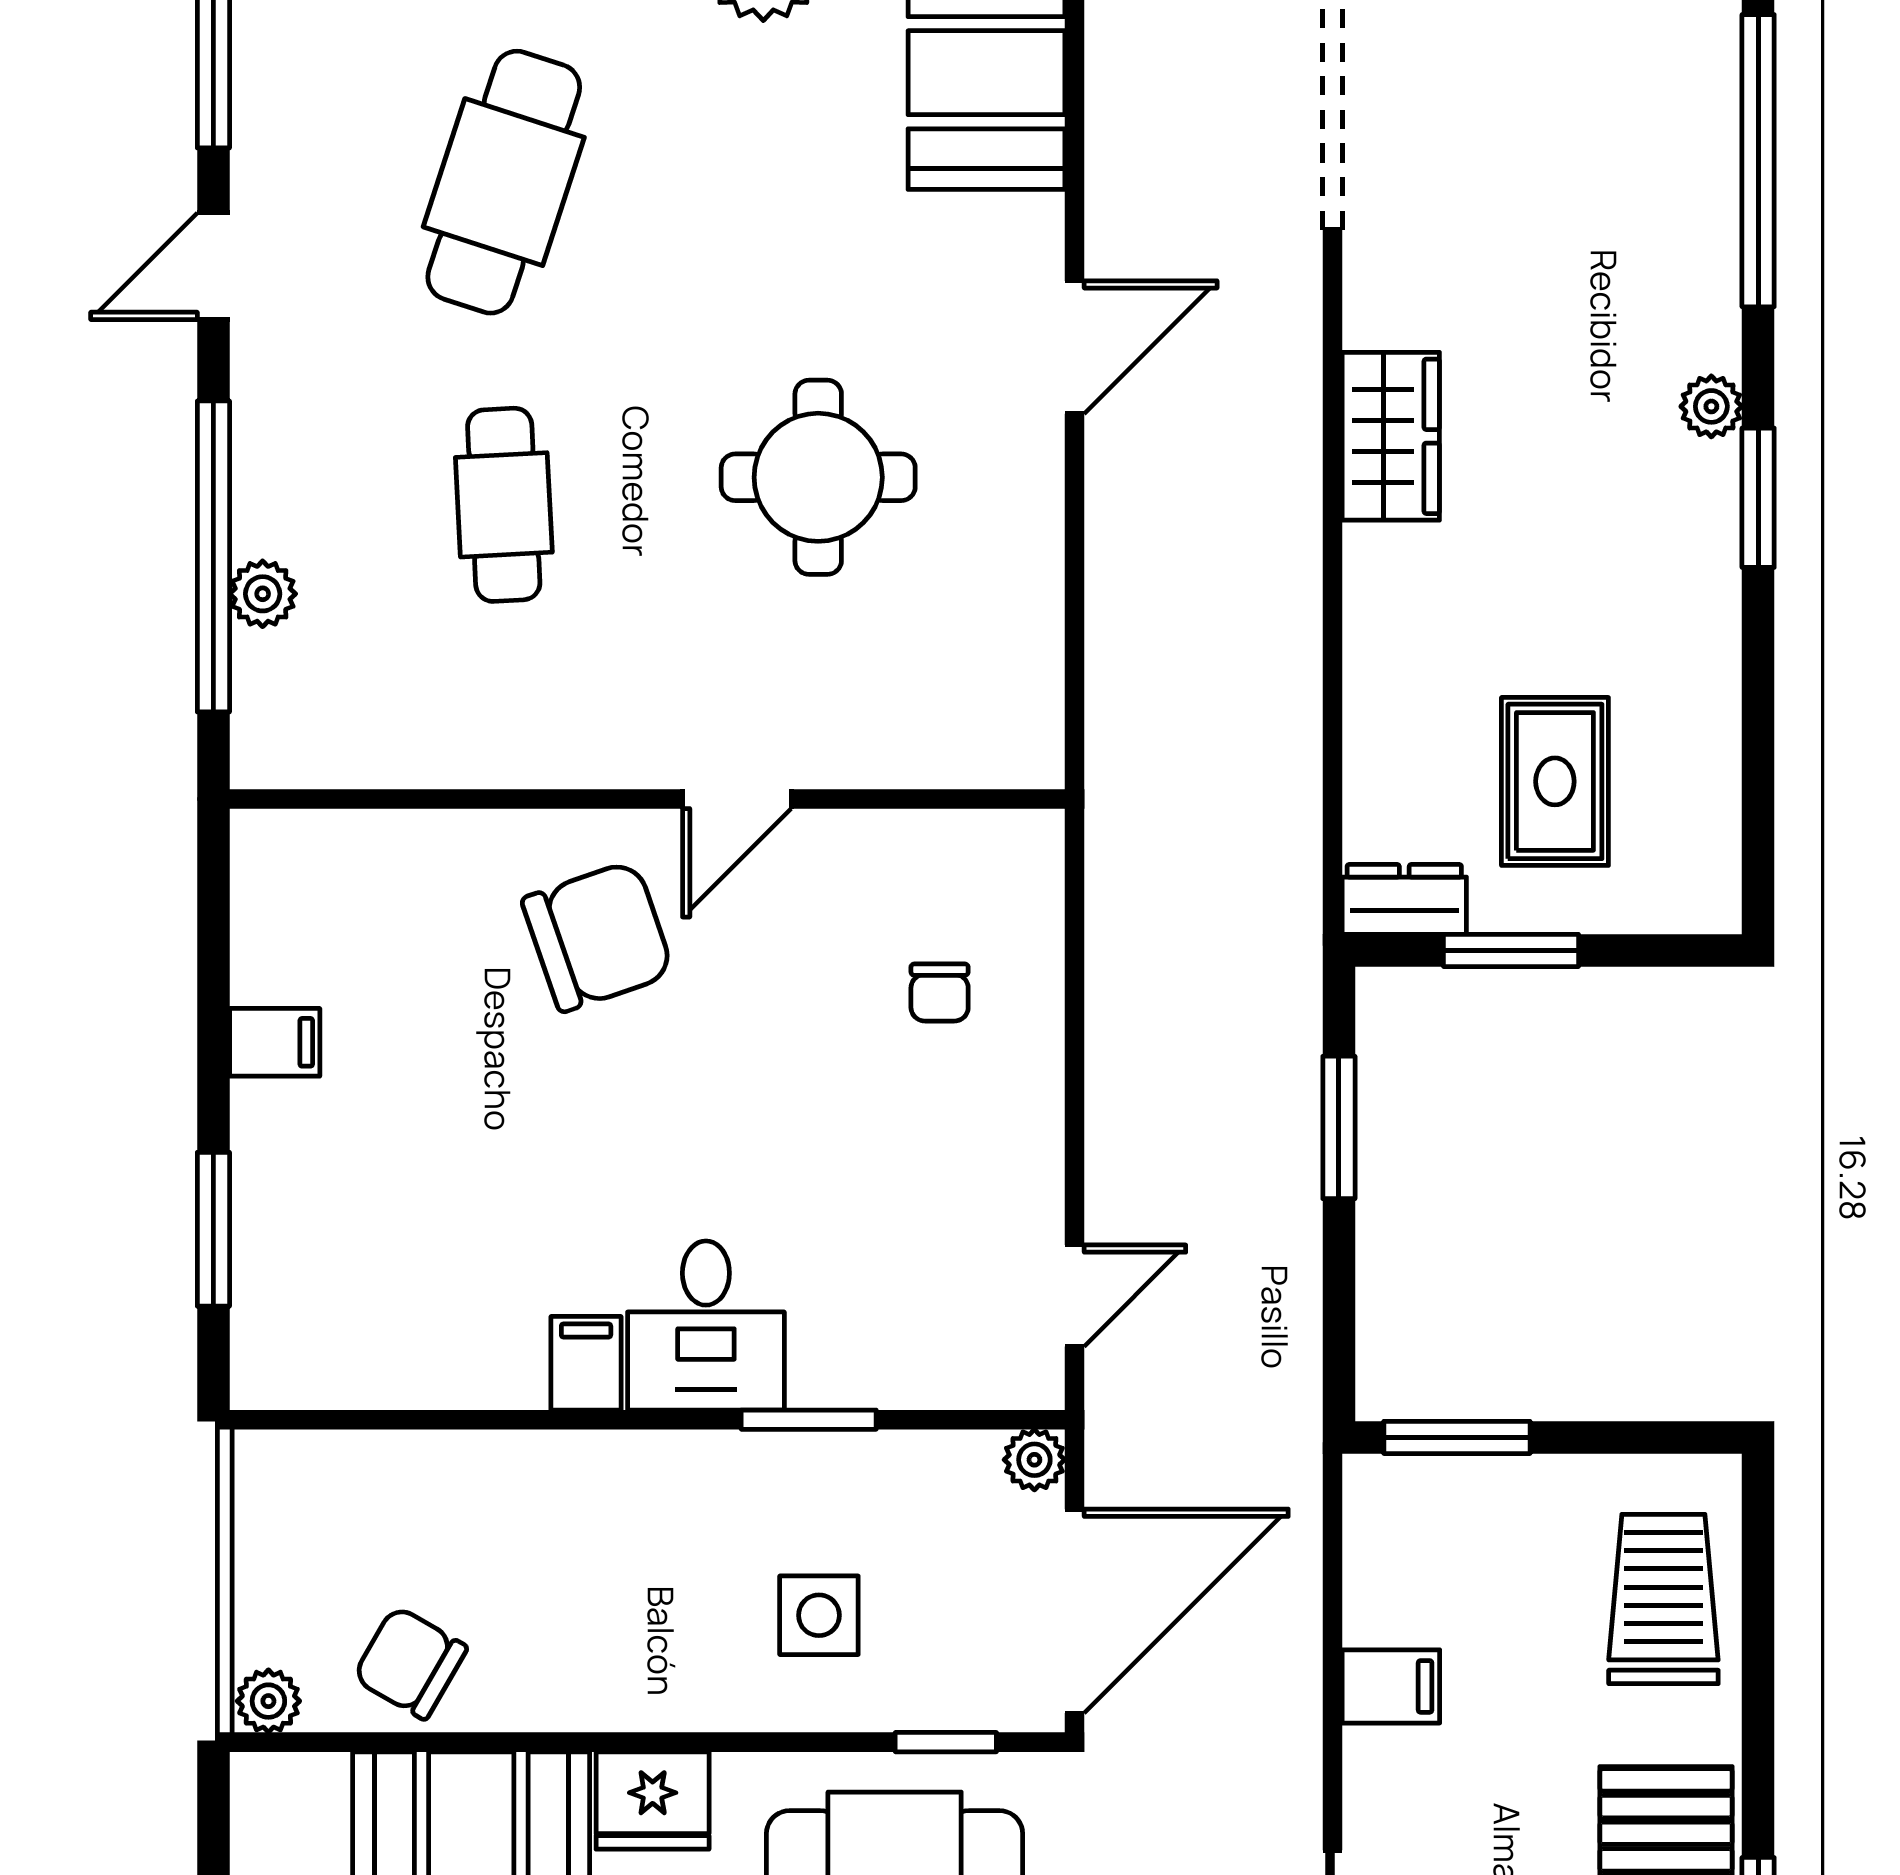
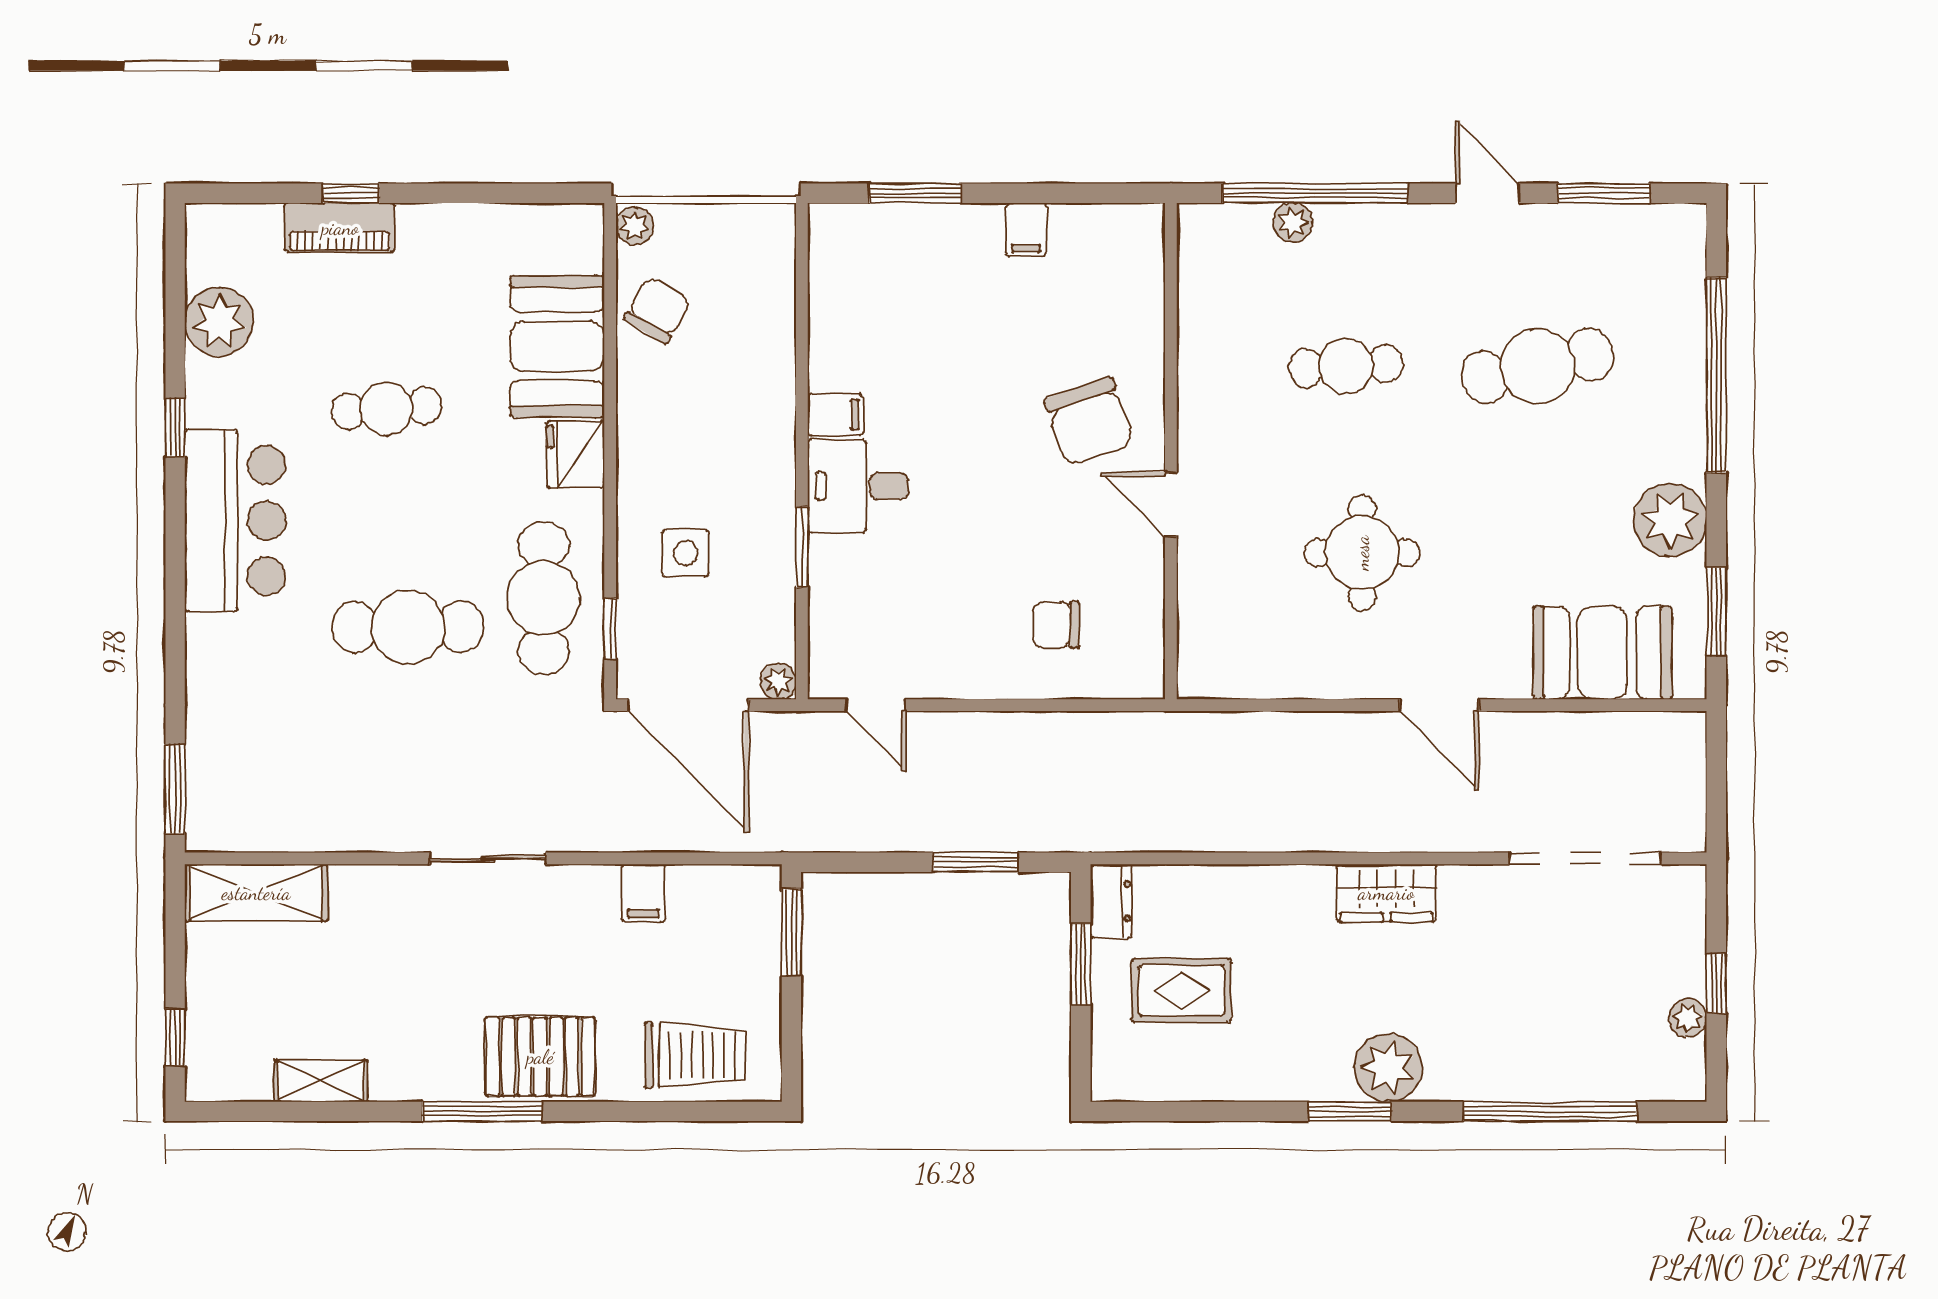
cafe table: (504, 182) -> (1538, 366), turned -30
plant: (1711, 406) -> (1388, 1068), width x1.88, depth x1.88
chair: (940, 993) -> (1056, 625), width x1.37, depth x1.37

